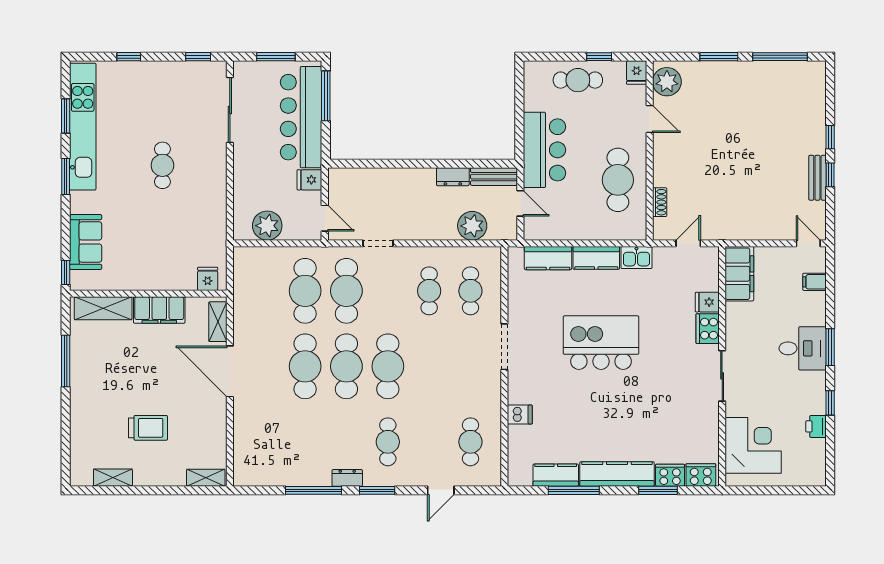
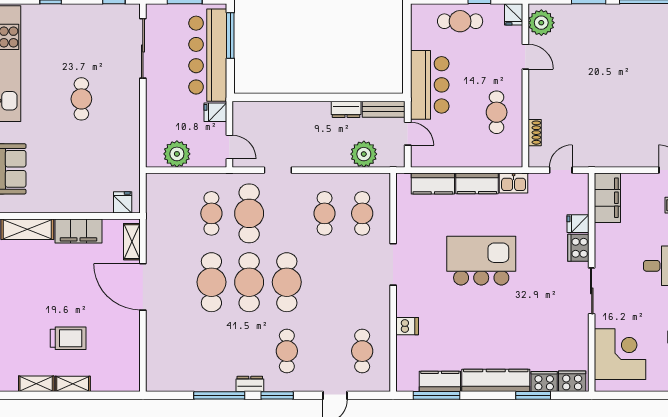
cafe table: (618, 180) -> (497, 112), width x0.73, depth x0.74
cafe table: (305, 291) -> (211, 213), width x0.73, depth x0.74
shelving: (206, 478) -> (73, 384), moved
window: (574, 490) -> (437, 395), moved

